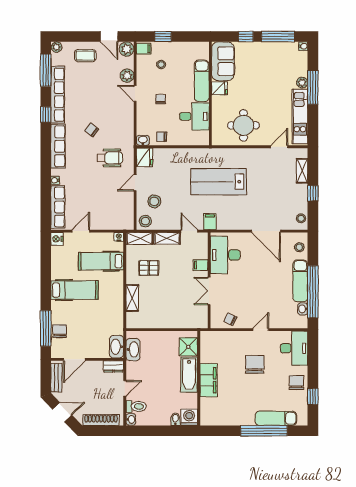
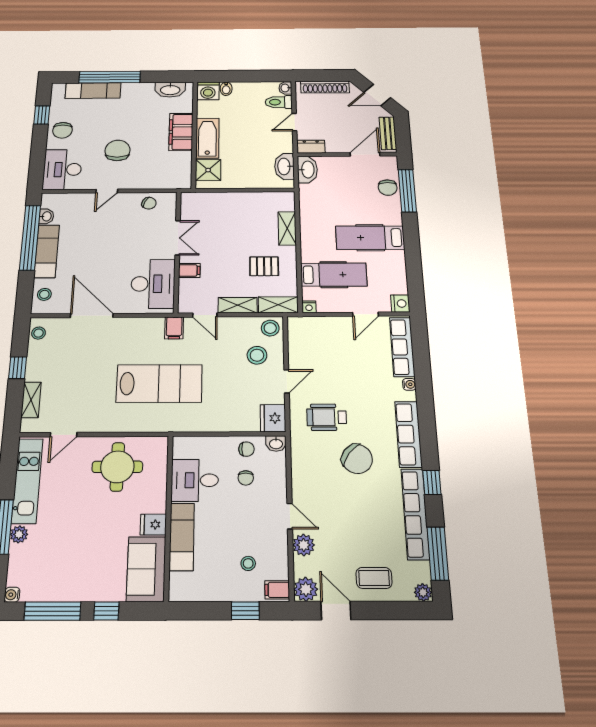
chair: (161, 99) -> (246, 478), moved
chair: (92, 130) -> (357, 459), width x1.87, depth x1.87
chair: (255, 364) -> (118, 150), turned 180
washbasin: (218, 419) -> (170, 90), added

